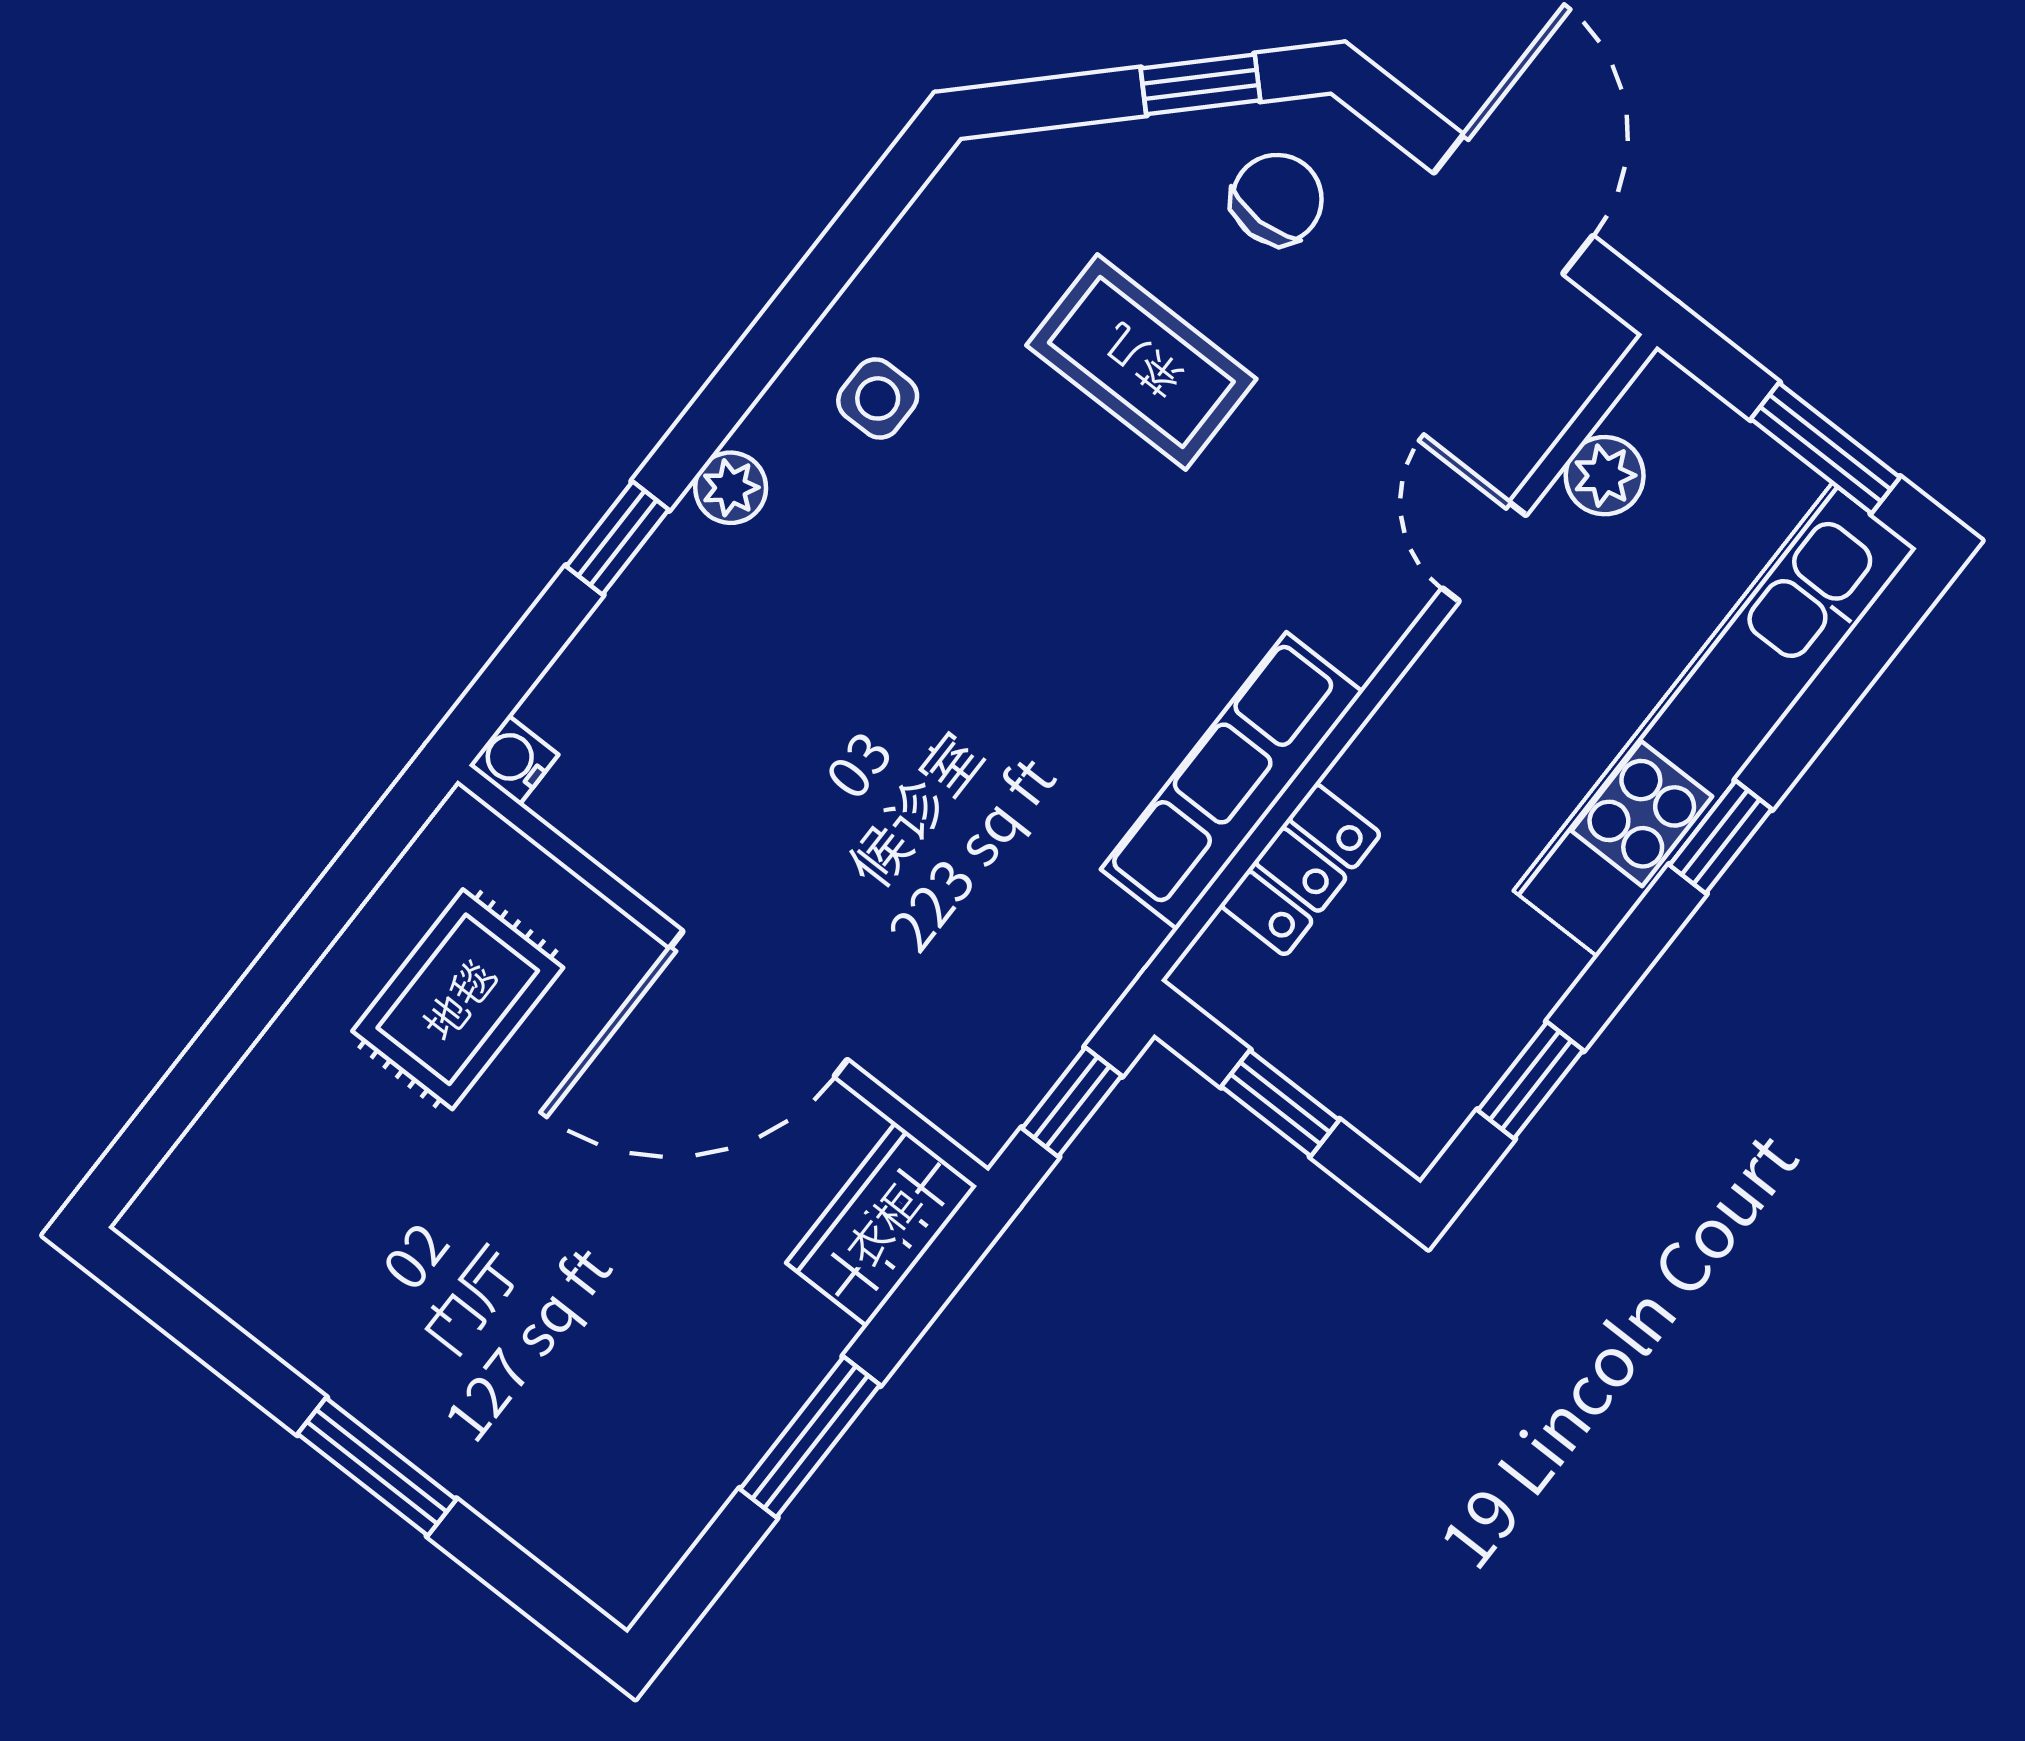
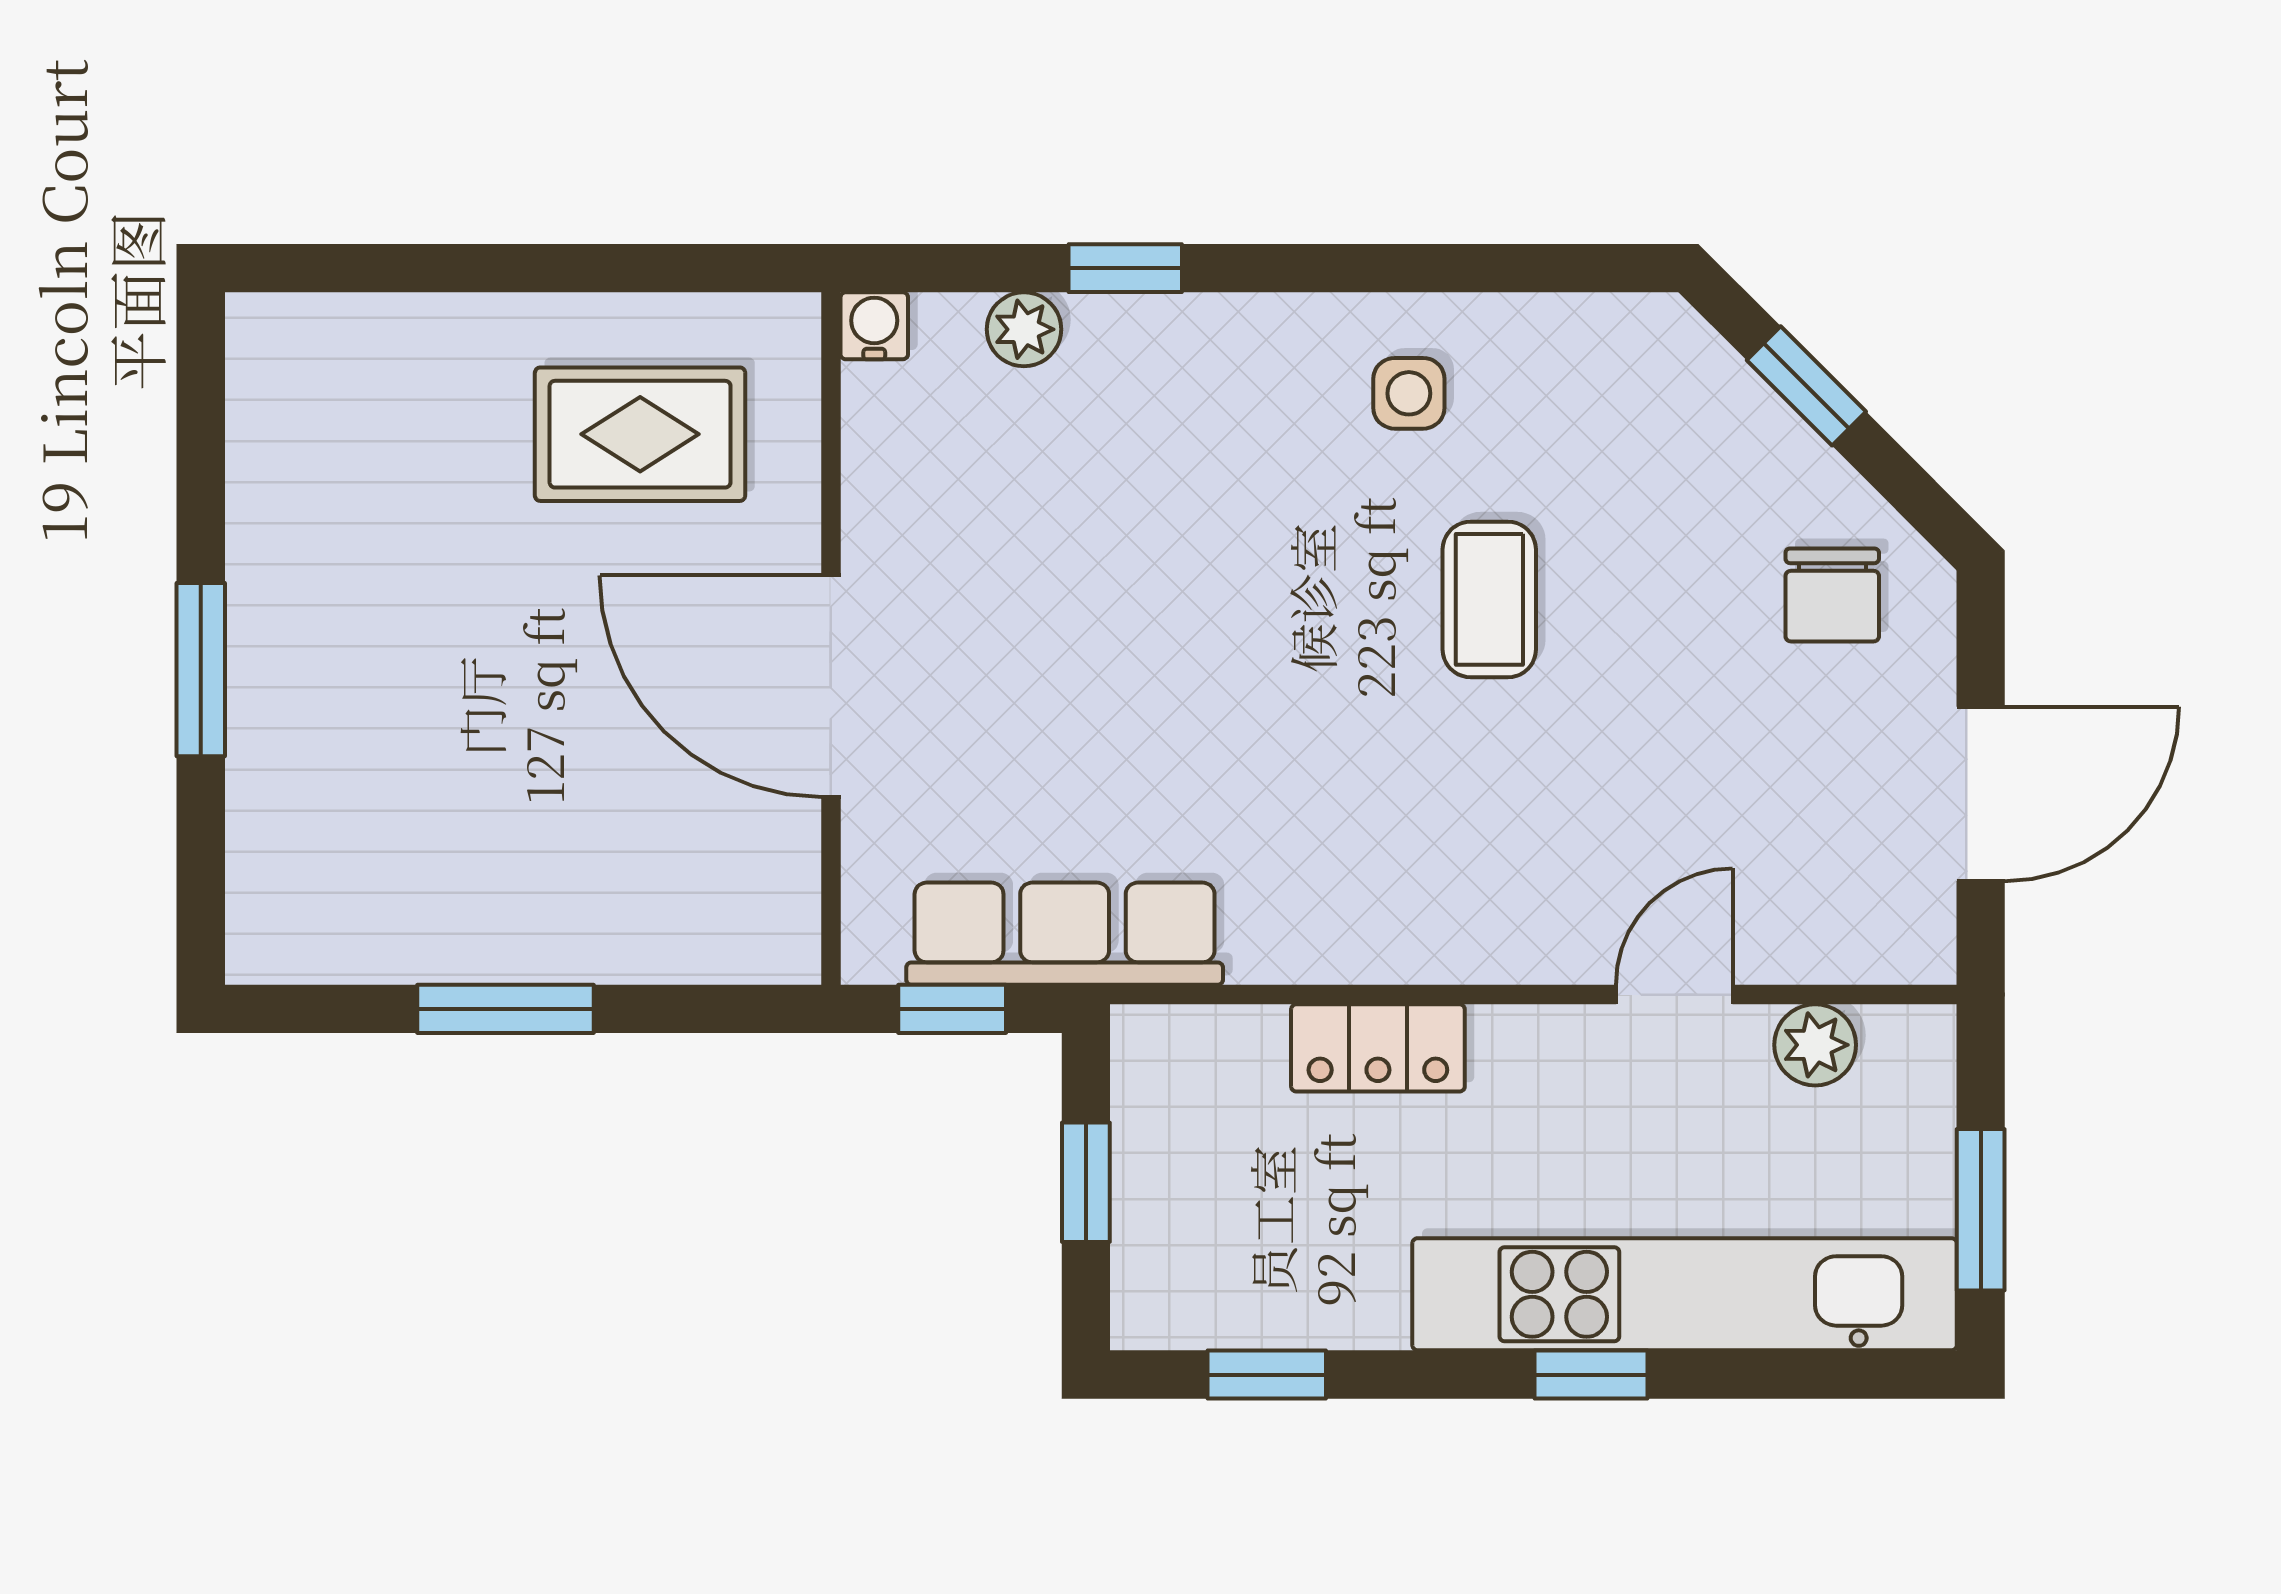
window: (1201, 84) -> (1806, 386), moved
chair: (1277, 199) -> (1832, 595), turned 90
coffee table: (1141, 362) -> (1489, 599), moved, width x0.73, depth x0.77
plant: (731, 488) -> (1024, 329), moved
row of seats: (1232, 781) -> (1065, 934), moved
locker: (1301, 870) -> (1378, 1048), moved
wardrobe: (881, 1224) -> (728, 931), removed

